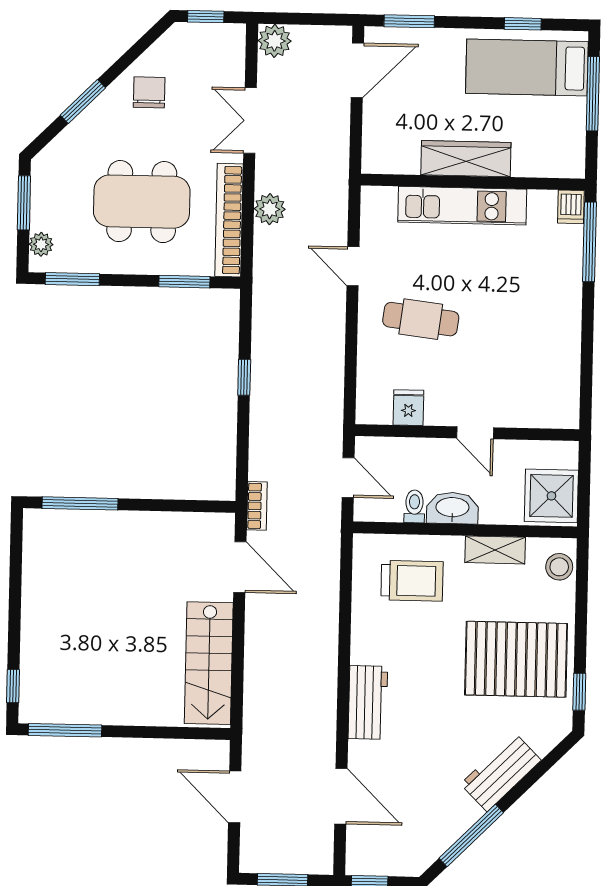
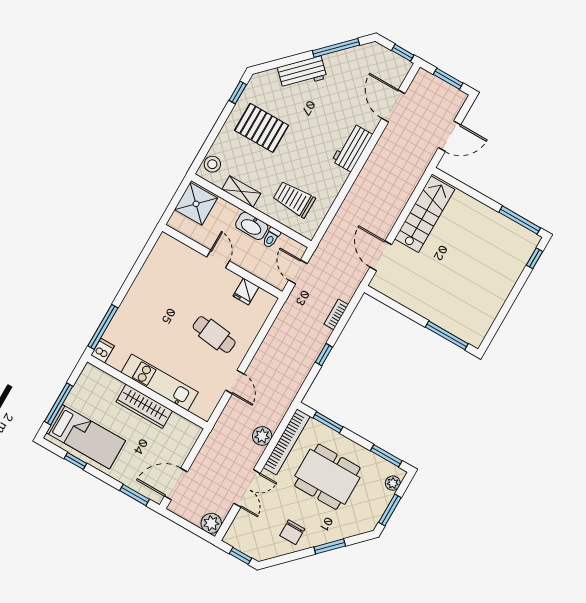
bookcase: (257, 506) -> (336, 314), moved
pallet: (516, 659) -> (262, 128), width x0.73, depth x0.71
door: (235, 797) -> (449, 136), hinge flipped

